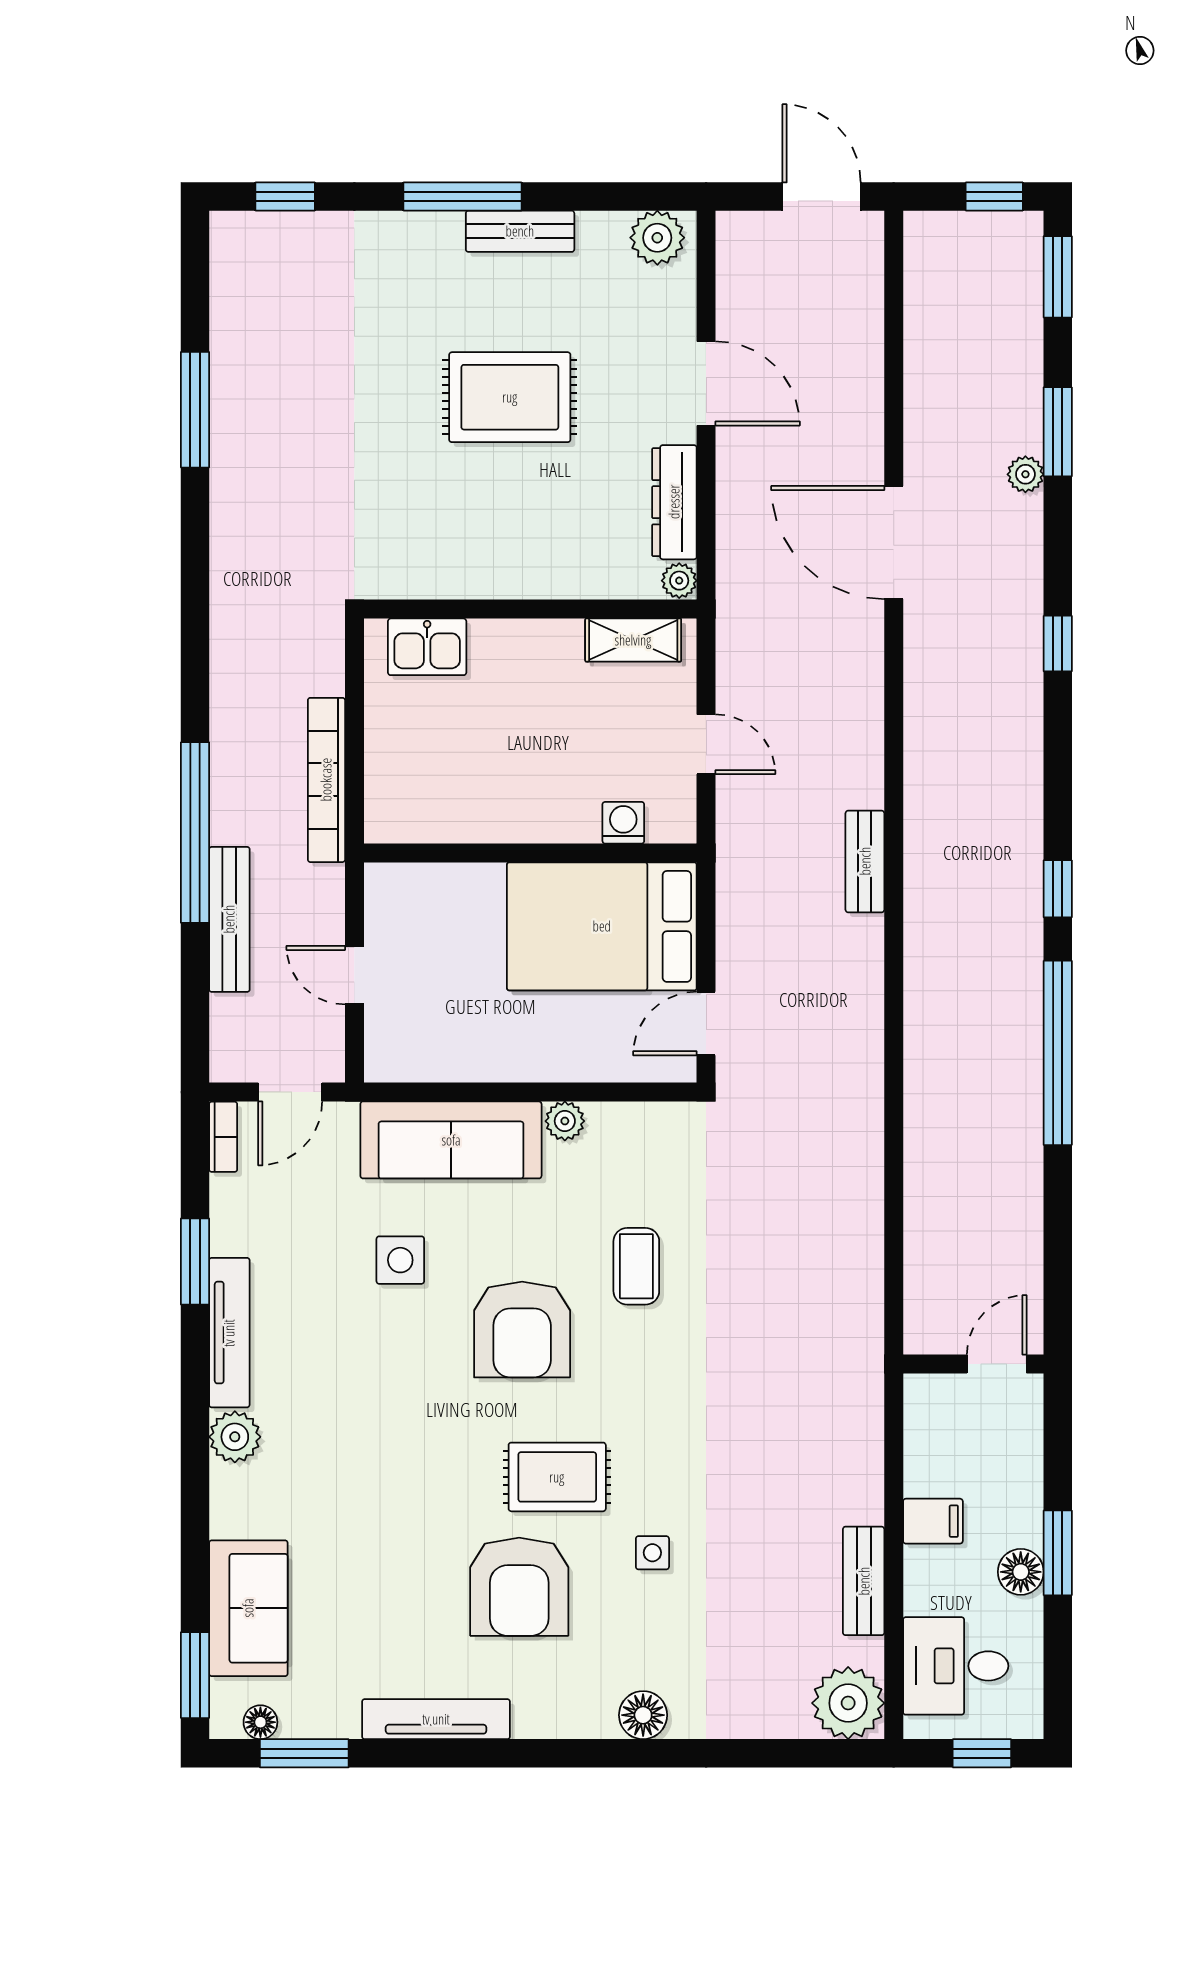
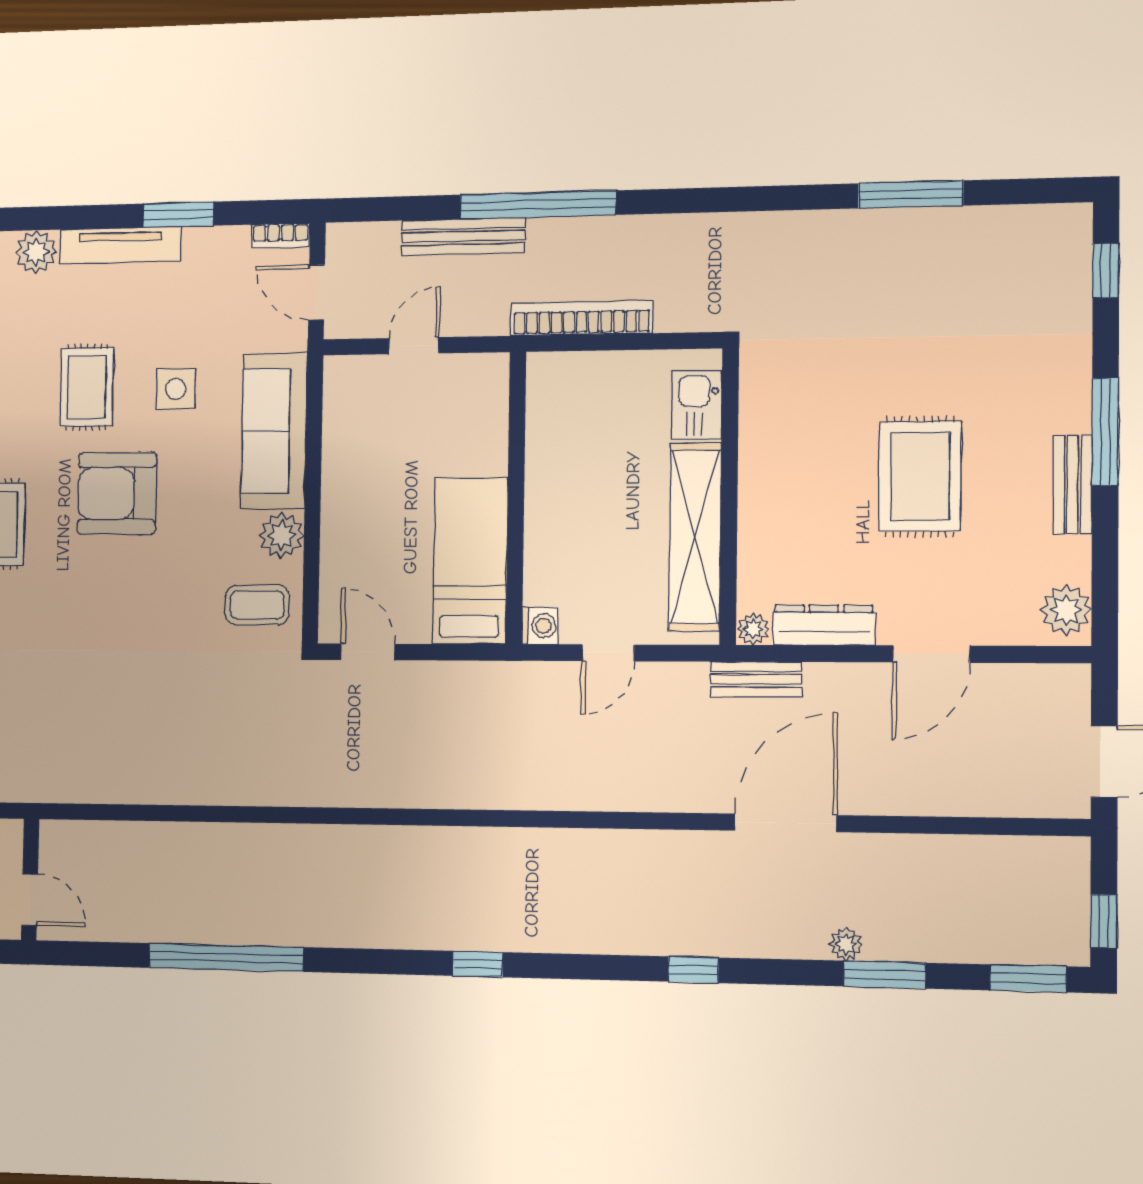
shelving: (633, 640) -> (695, 537), width x2.20, depth x1.33
washing machine: (623, 823) -> (540, 626), moved
bench: (865, 861) -> (756, 679), moved
bed: (602, 926) -> (470, 561), width x0.67
window: (1058, 1053) -> (226, 957), moved
plant: (565, 1121) -> (282, 535), width x1.38, depth x1.38
coffee table: (636, 1266) -> (257, 605), moved
wall: (973, 1364) -> (30, 880), moved
door: (997, 1364) -> (30, 900), moved
rug: (396, 1370) -> (87, 387), added

